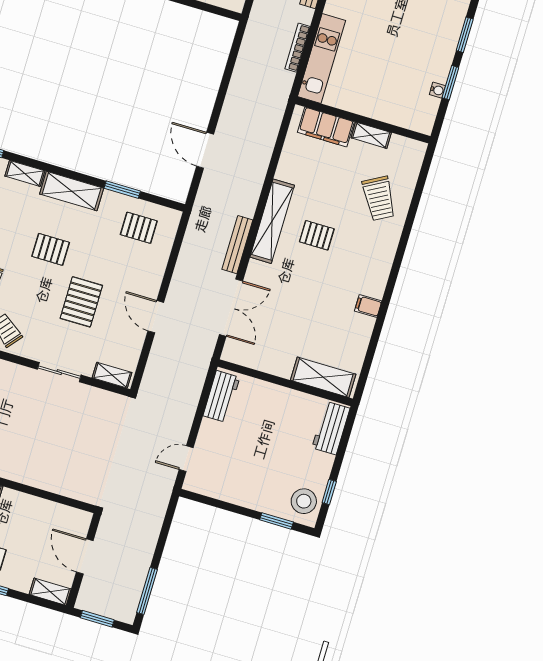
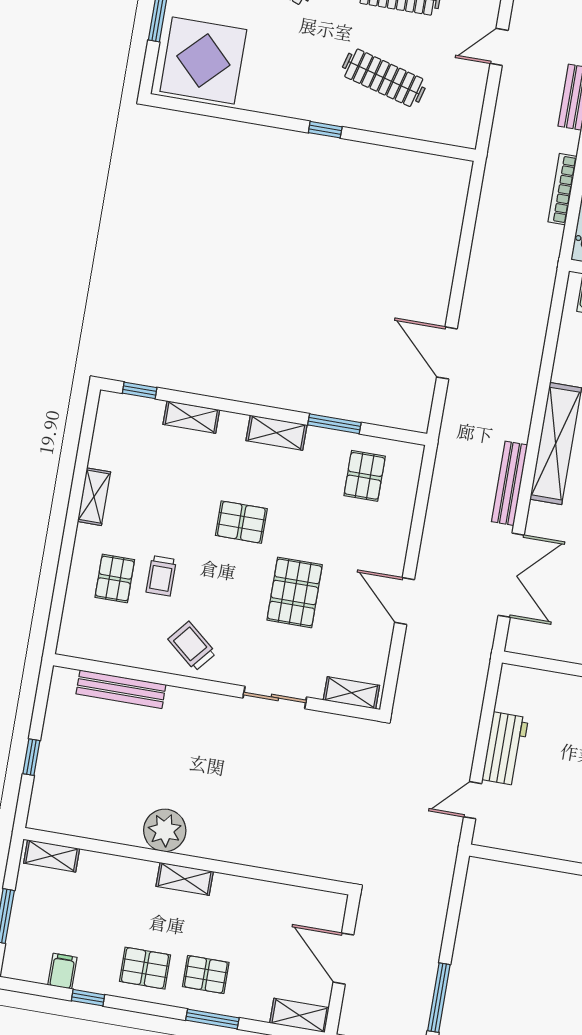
shelving: (72, 191) -> (276, 433), width x0.67, depth x0.75
pallet: (139, 228) -> (365, 476), turned 90
workbench: (221, 396) -> (505, 749), moved

